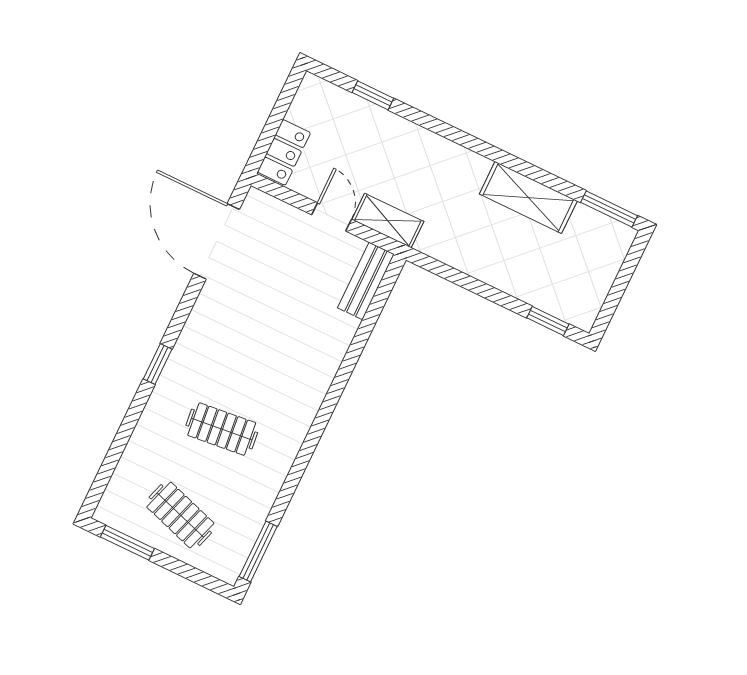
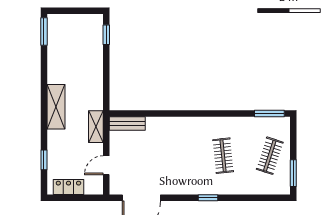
locker: (284, 152) -> (68, 187), moved
shelving: (528, 197) -> (56, 107), moved
door: (332, 217) -> (106, 165), moved

